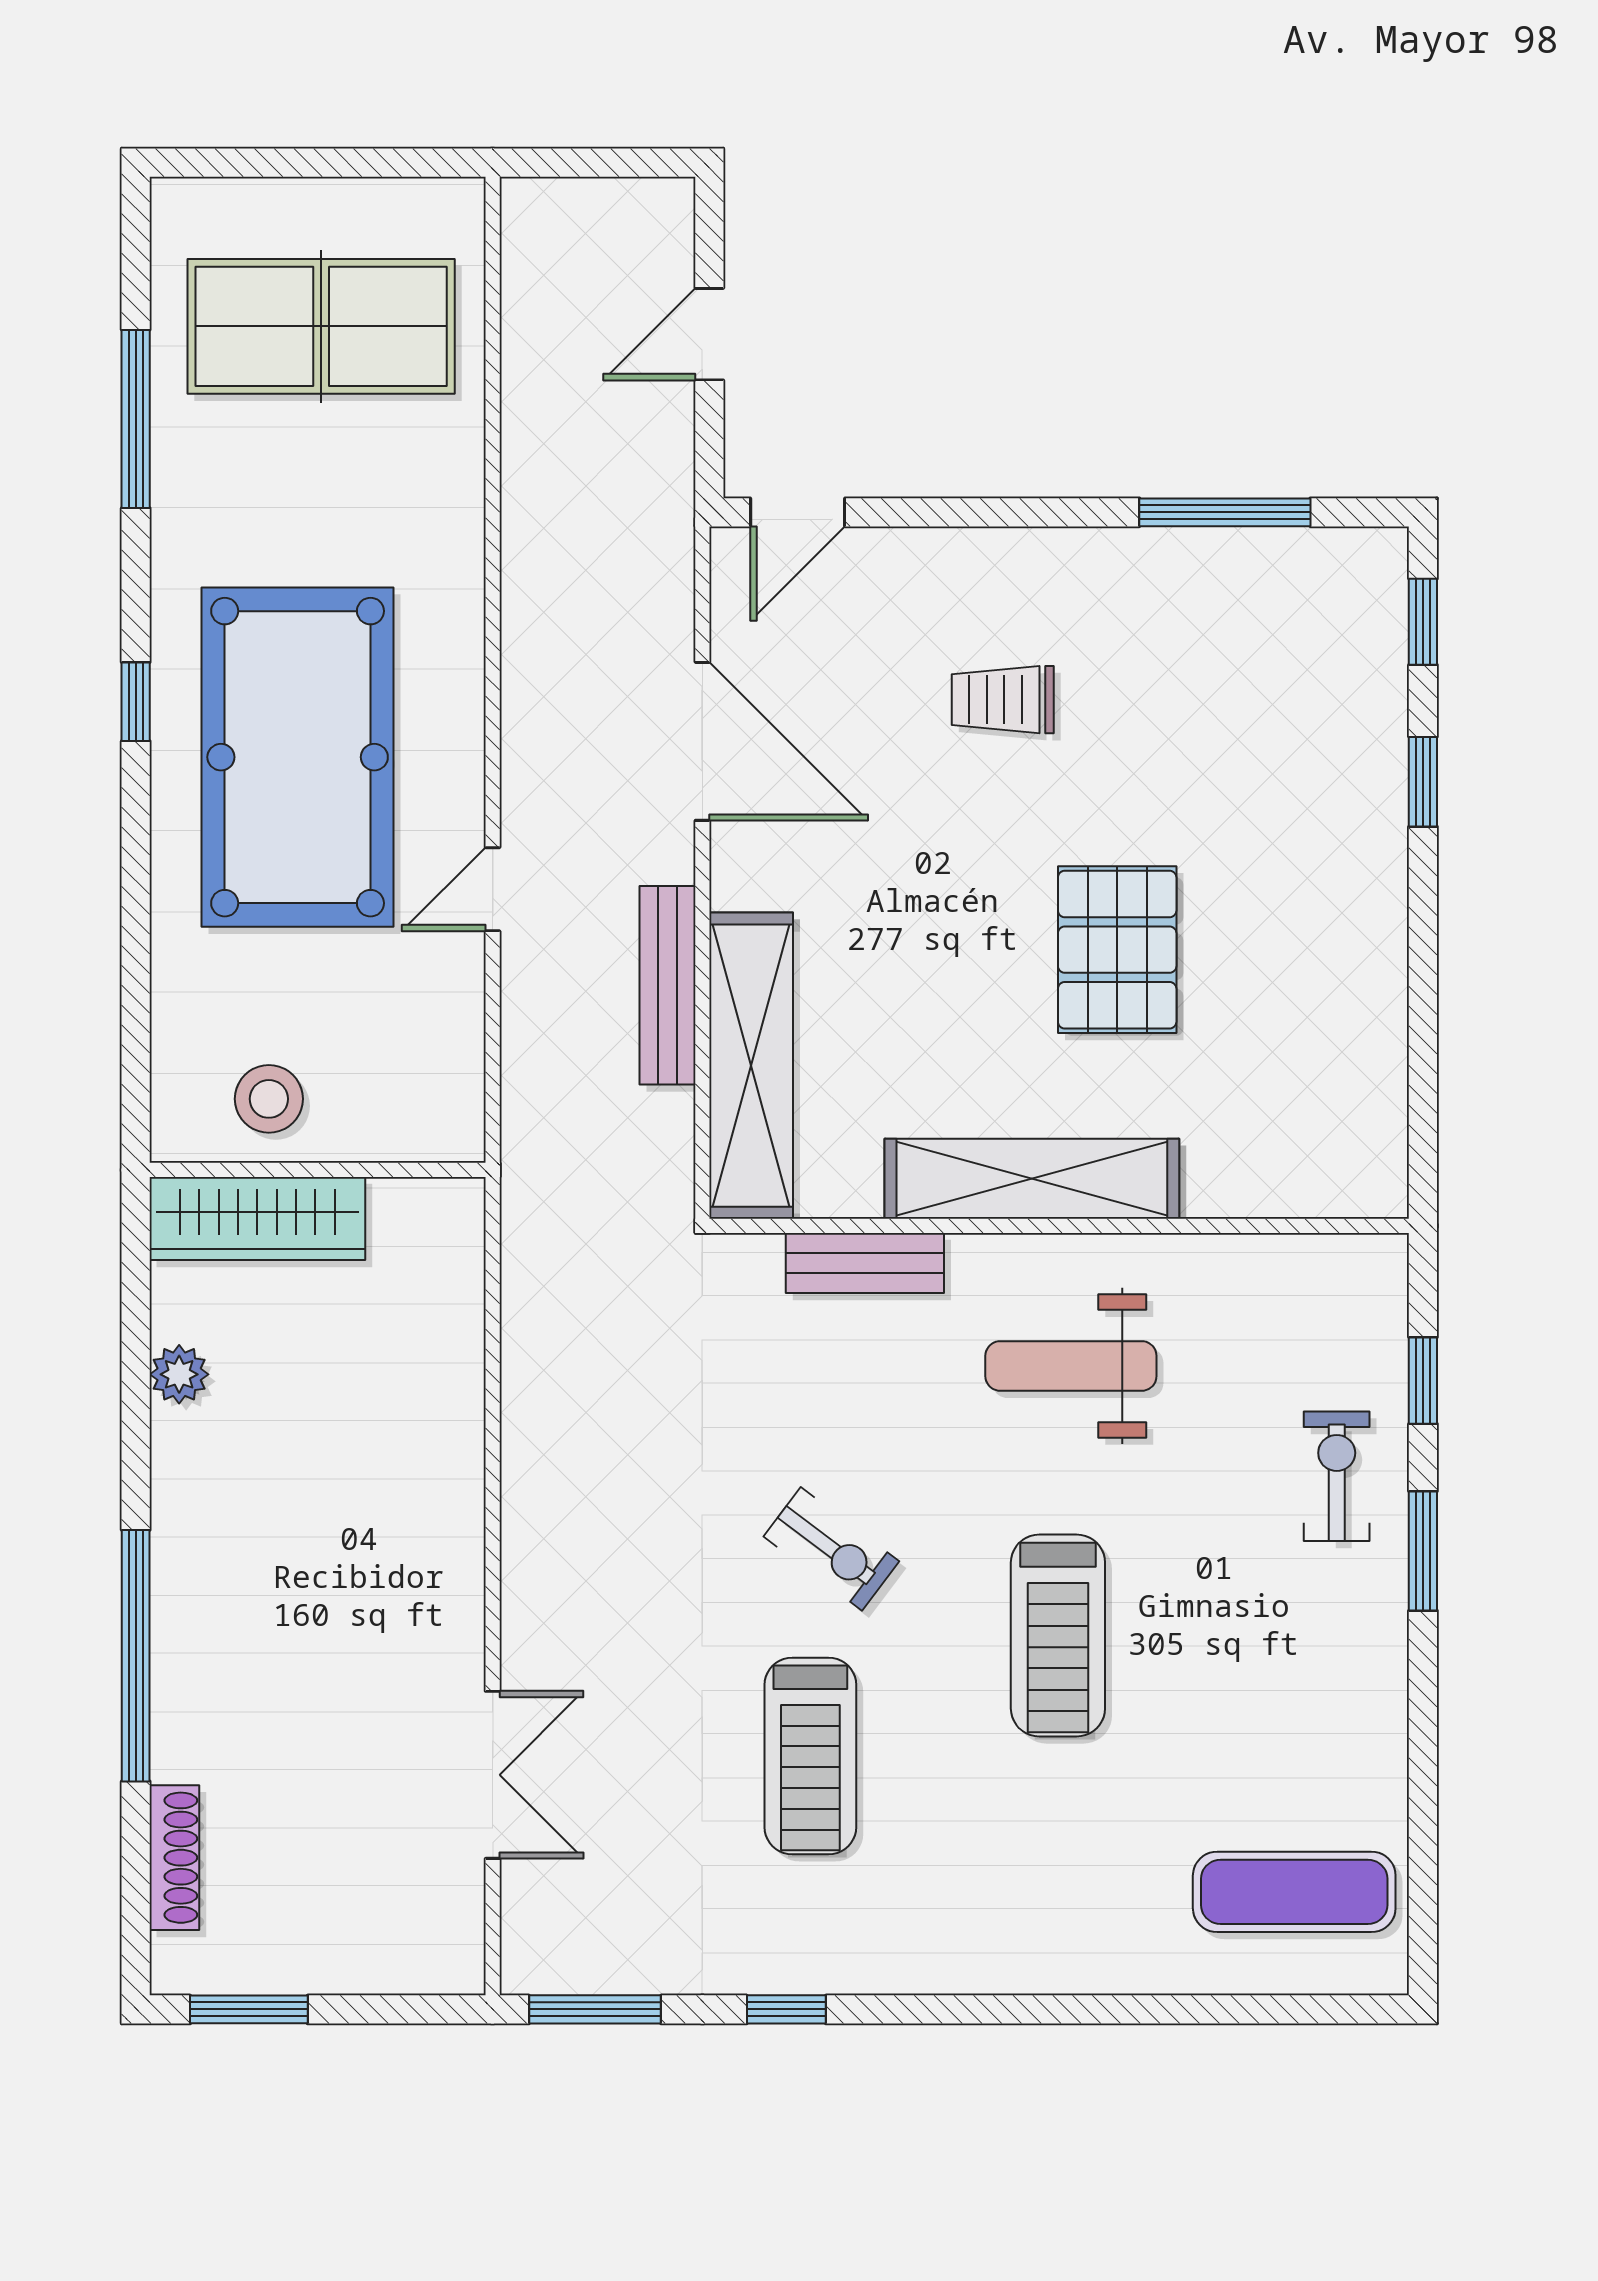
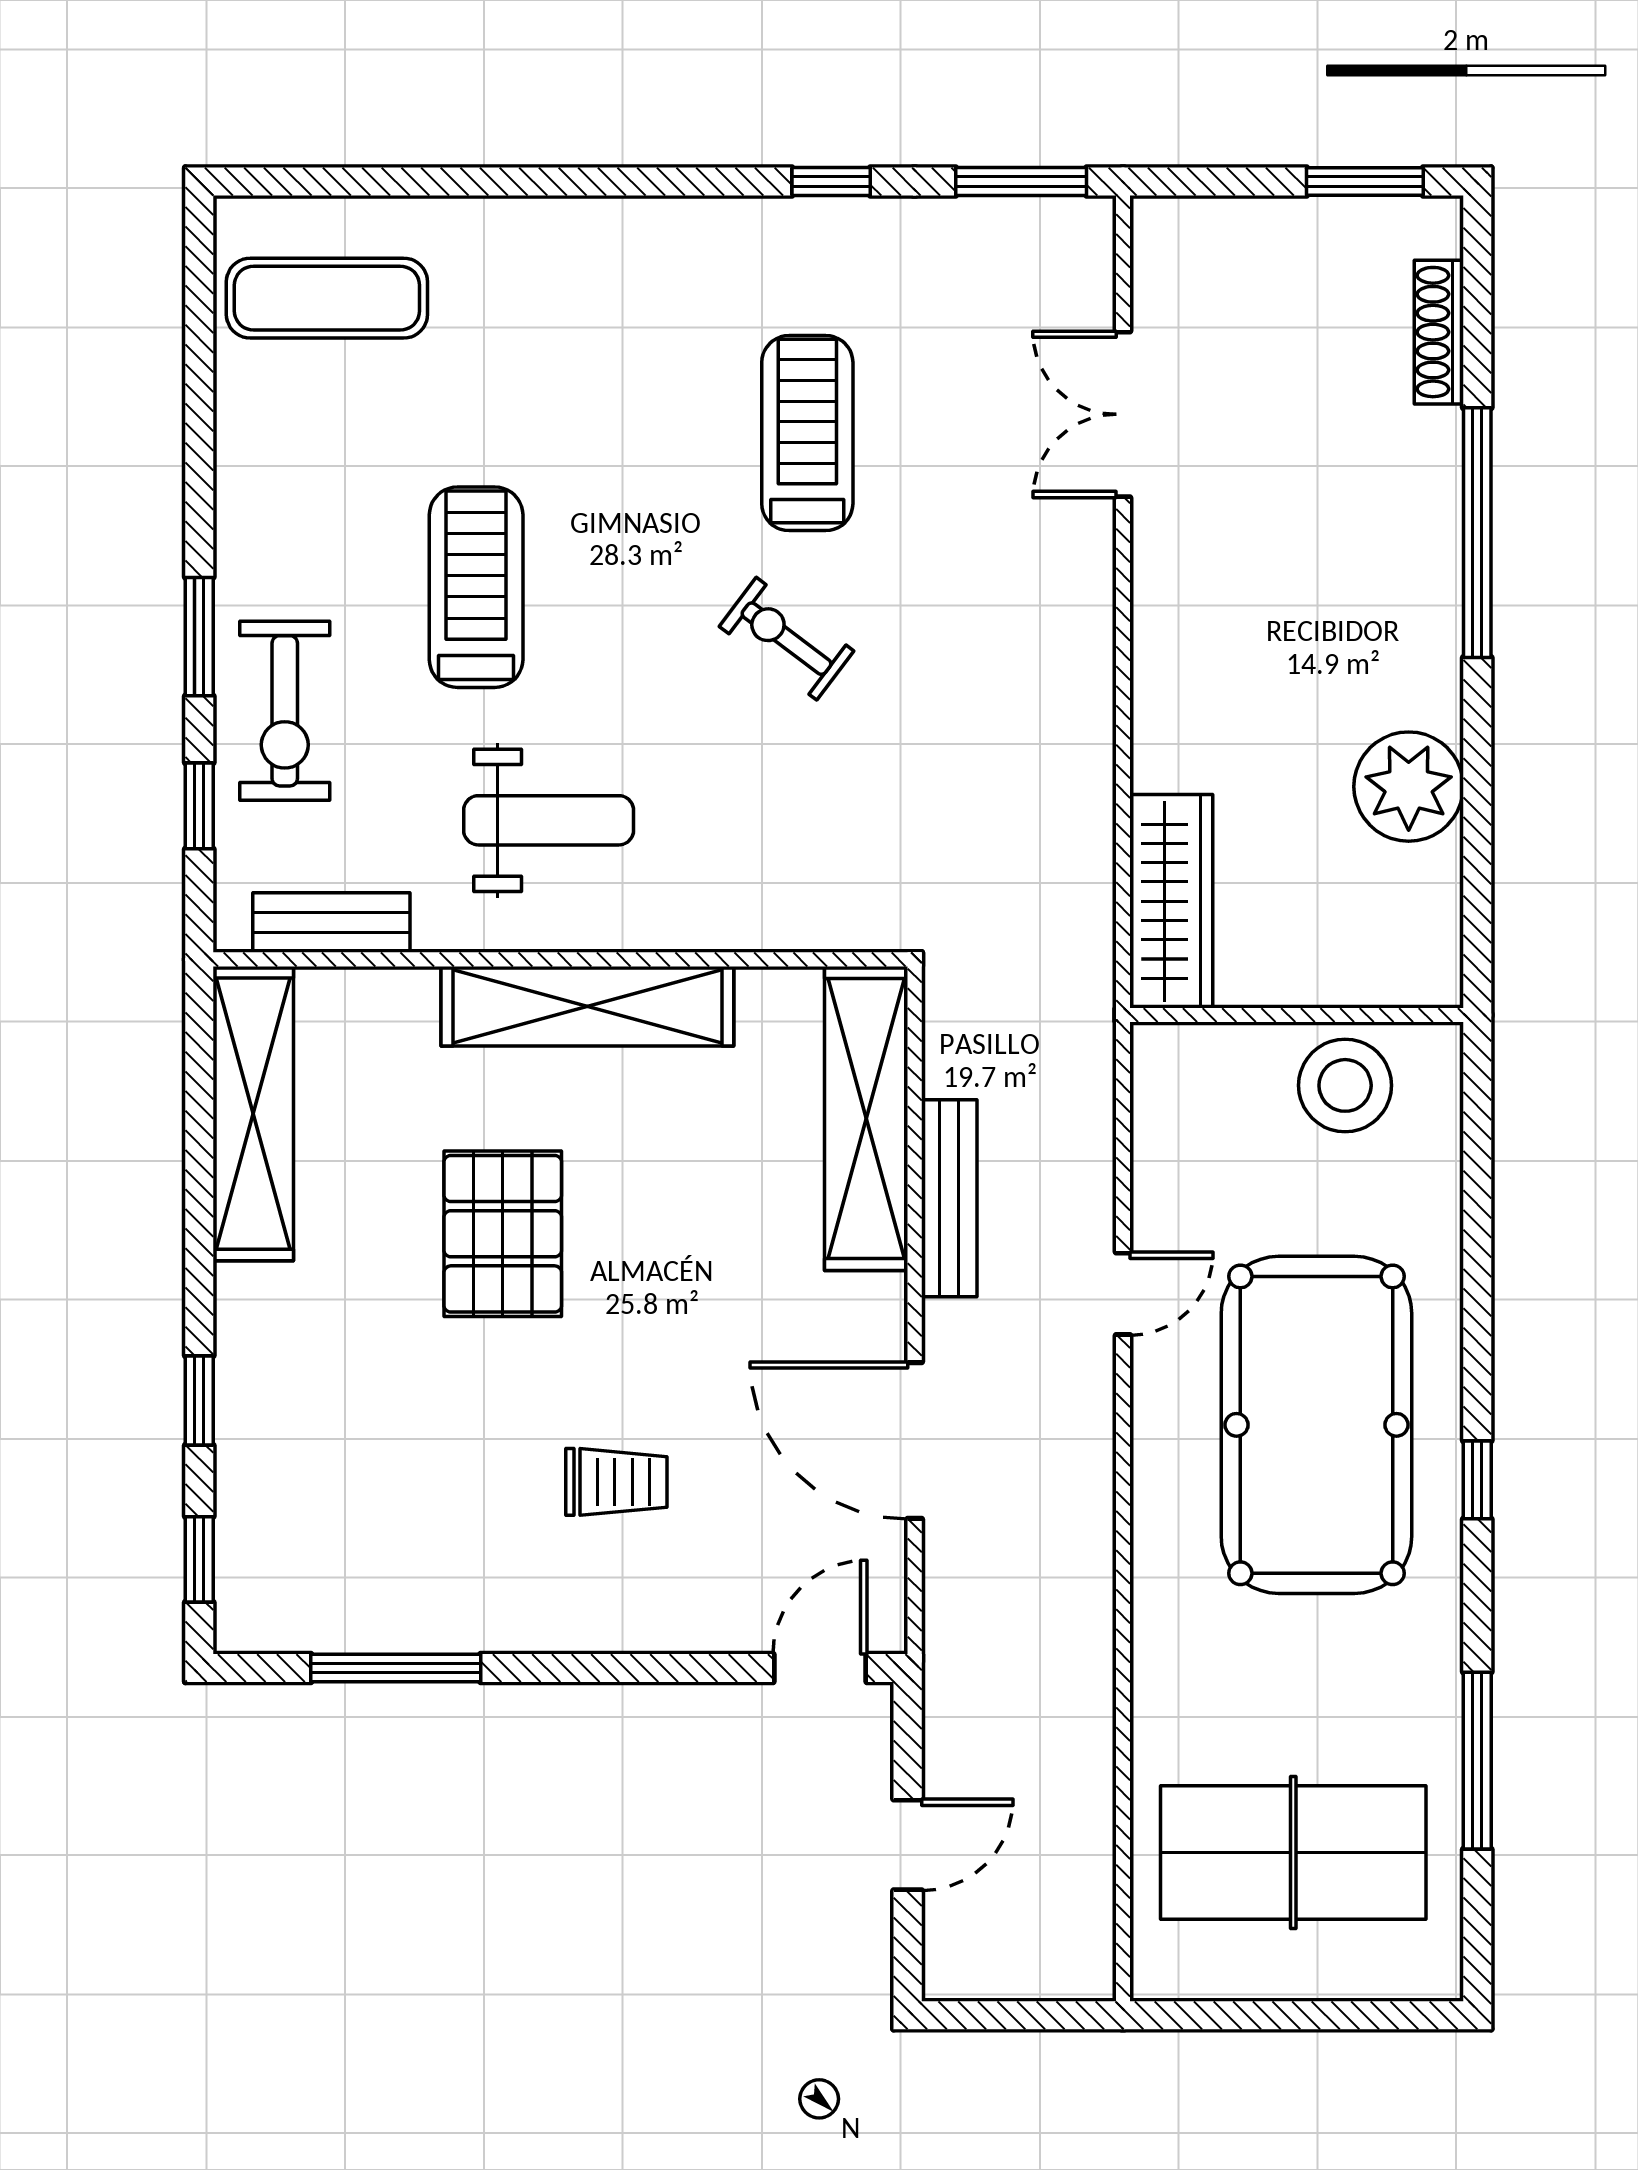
shelving: (1368, 1071) -> (253, 1114), added
stool: (269, 1099) -> (1345, 1085), width x1.38, depth x1.38
wardrobe: (257, 1219) -> (1171, 901), moved, turned 90
bench: (865, 1263) -> (331, 922), moved
plant: (179, 1374) -> (1409, 787), width x1.87, depth x1.87
exercise bike: (1337, 1476) -> (285, 711), width x1.38, depth x1.39
treadmill: (1058, 1635) -> (476, 587), moved

